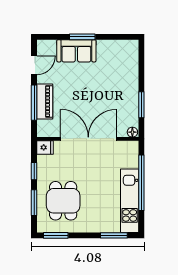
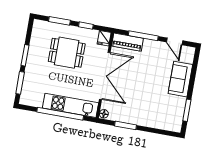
window: (82, 37) -> (187, 110), moved
piano: (45, 101) -> (127, 42), moved
dining table: (63, 201) -> (67, 53), moved
kitchen unit: (130, 201) -> (70, 105), moved
window: (56, 235) -> (25, 55), moved

